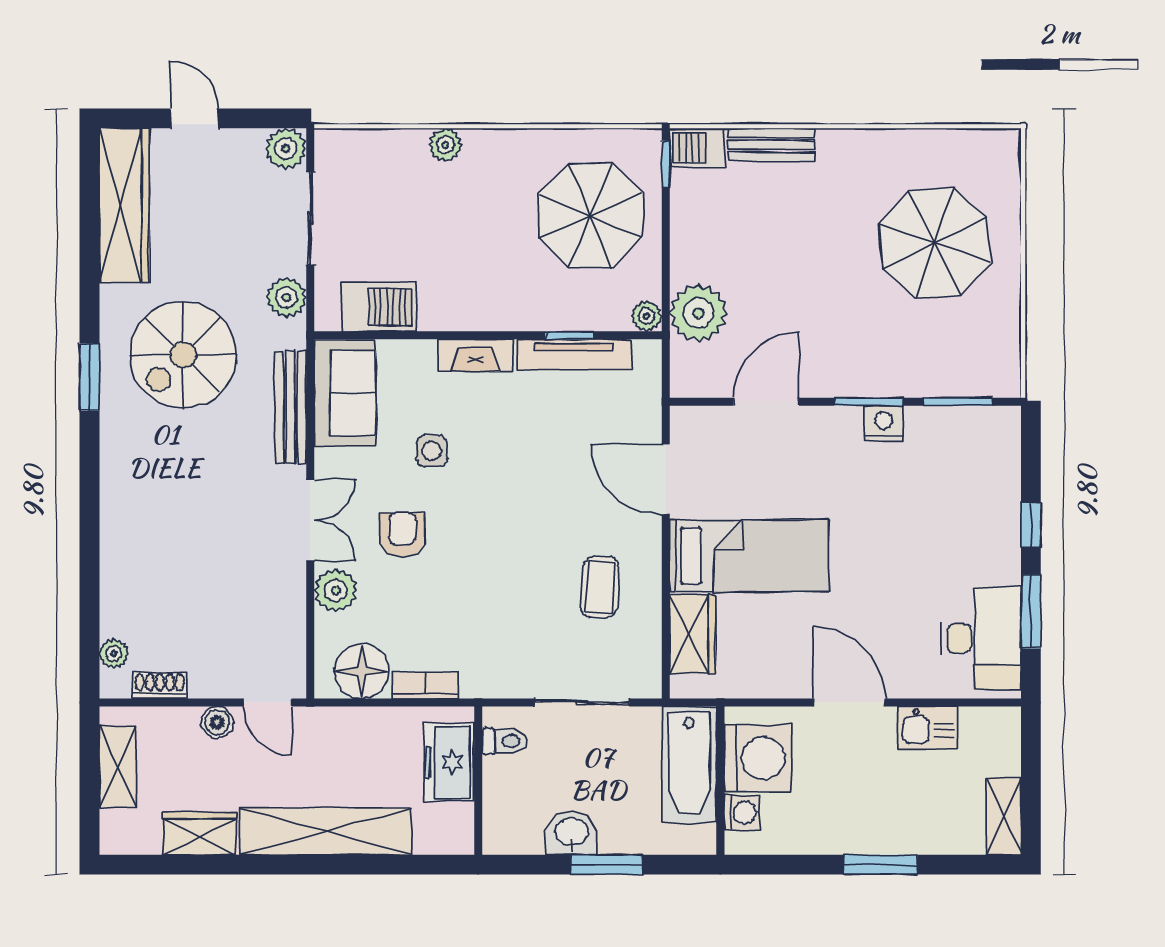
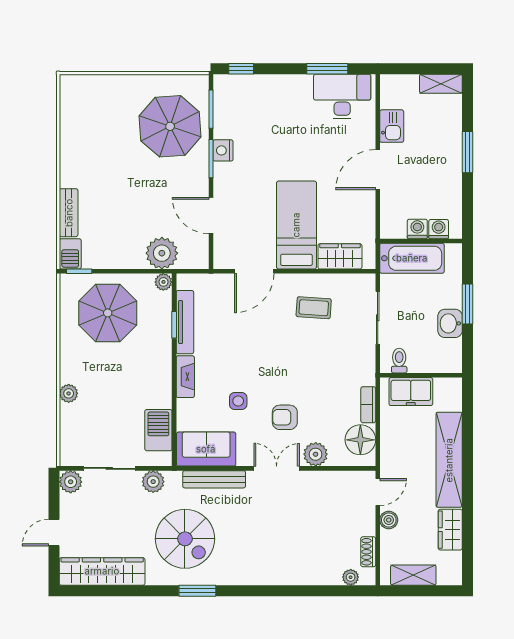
parasol: (935, 243) -> (170, 126), moved
window: (1031, 525) -> (241, 69), moved
washing machine: (758, 758) -> (417, 229), width x0.53, depth x0.53

